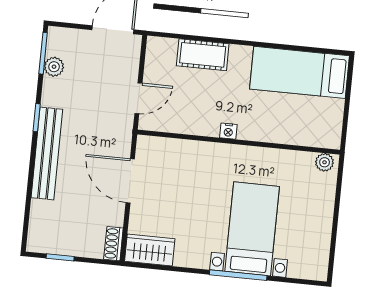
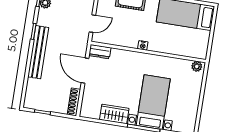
dresser: (154, 146) -> (100, 52), added
shoe rack: (113, 244) -> (74, 102), width x1.43
wardrobe: (150, 250) -> (114, 114), moved

